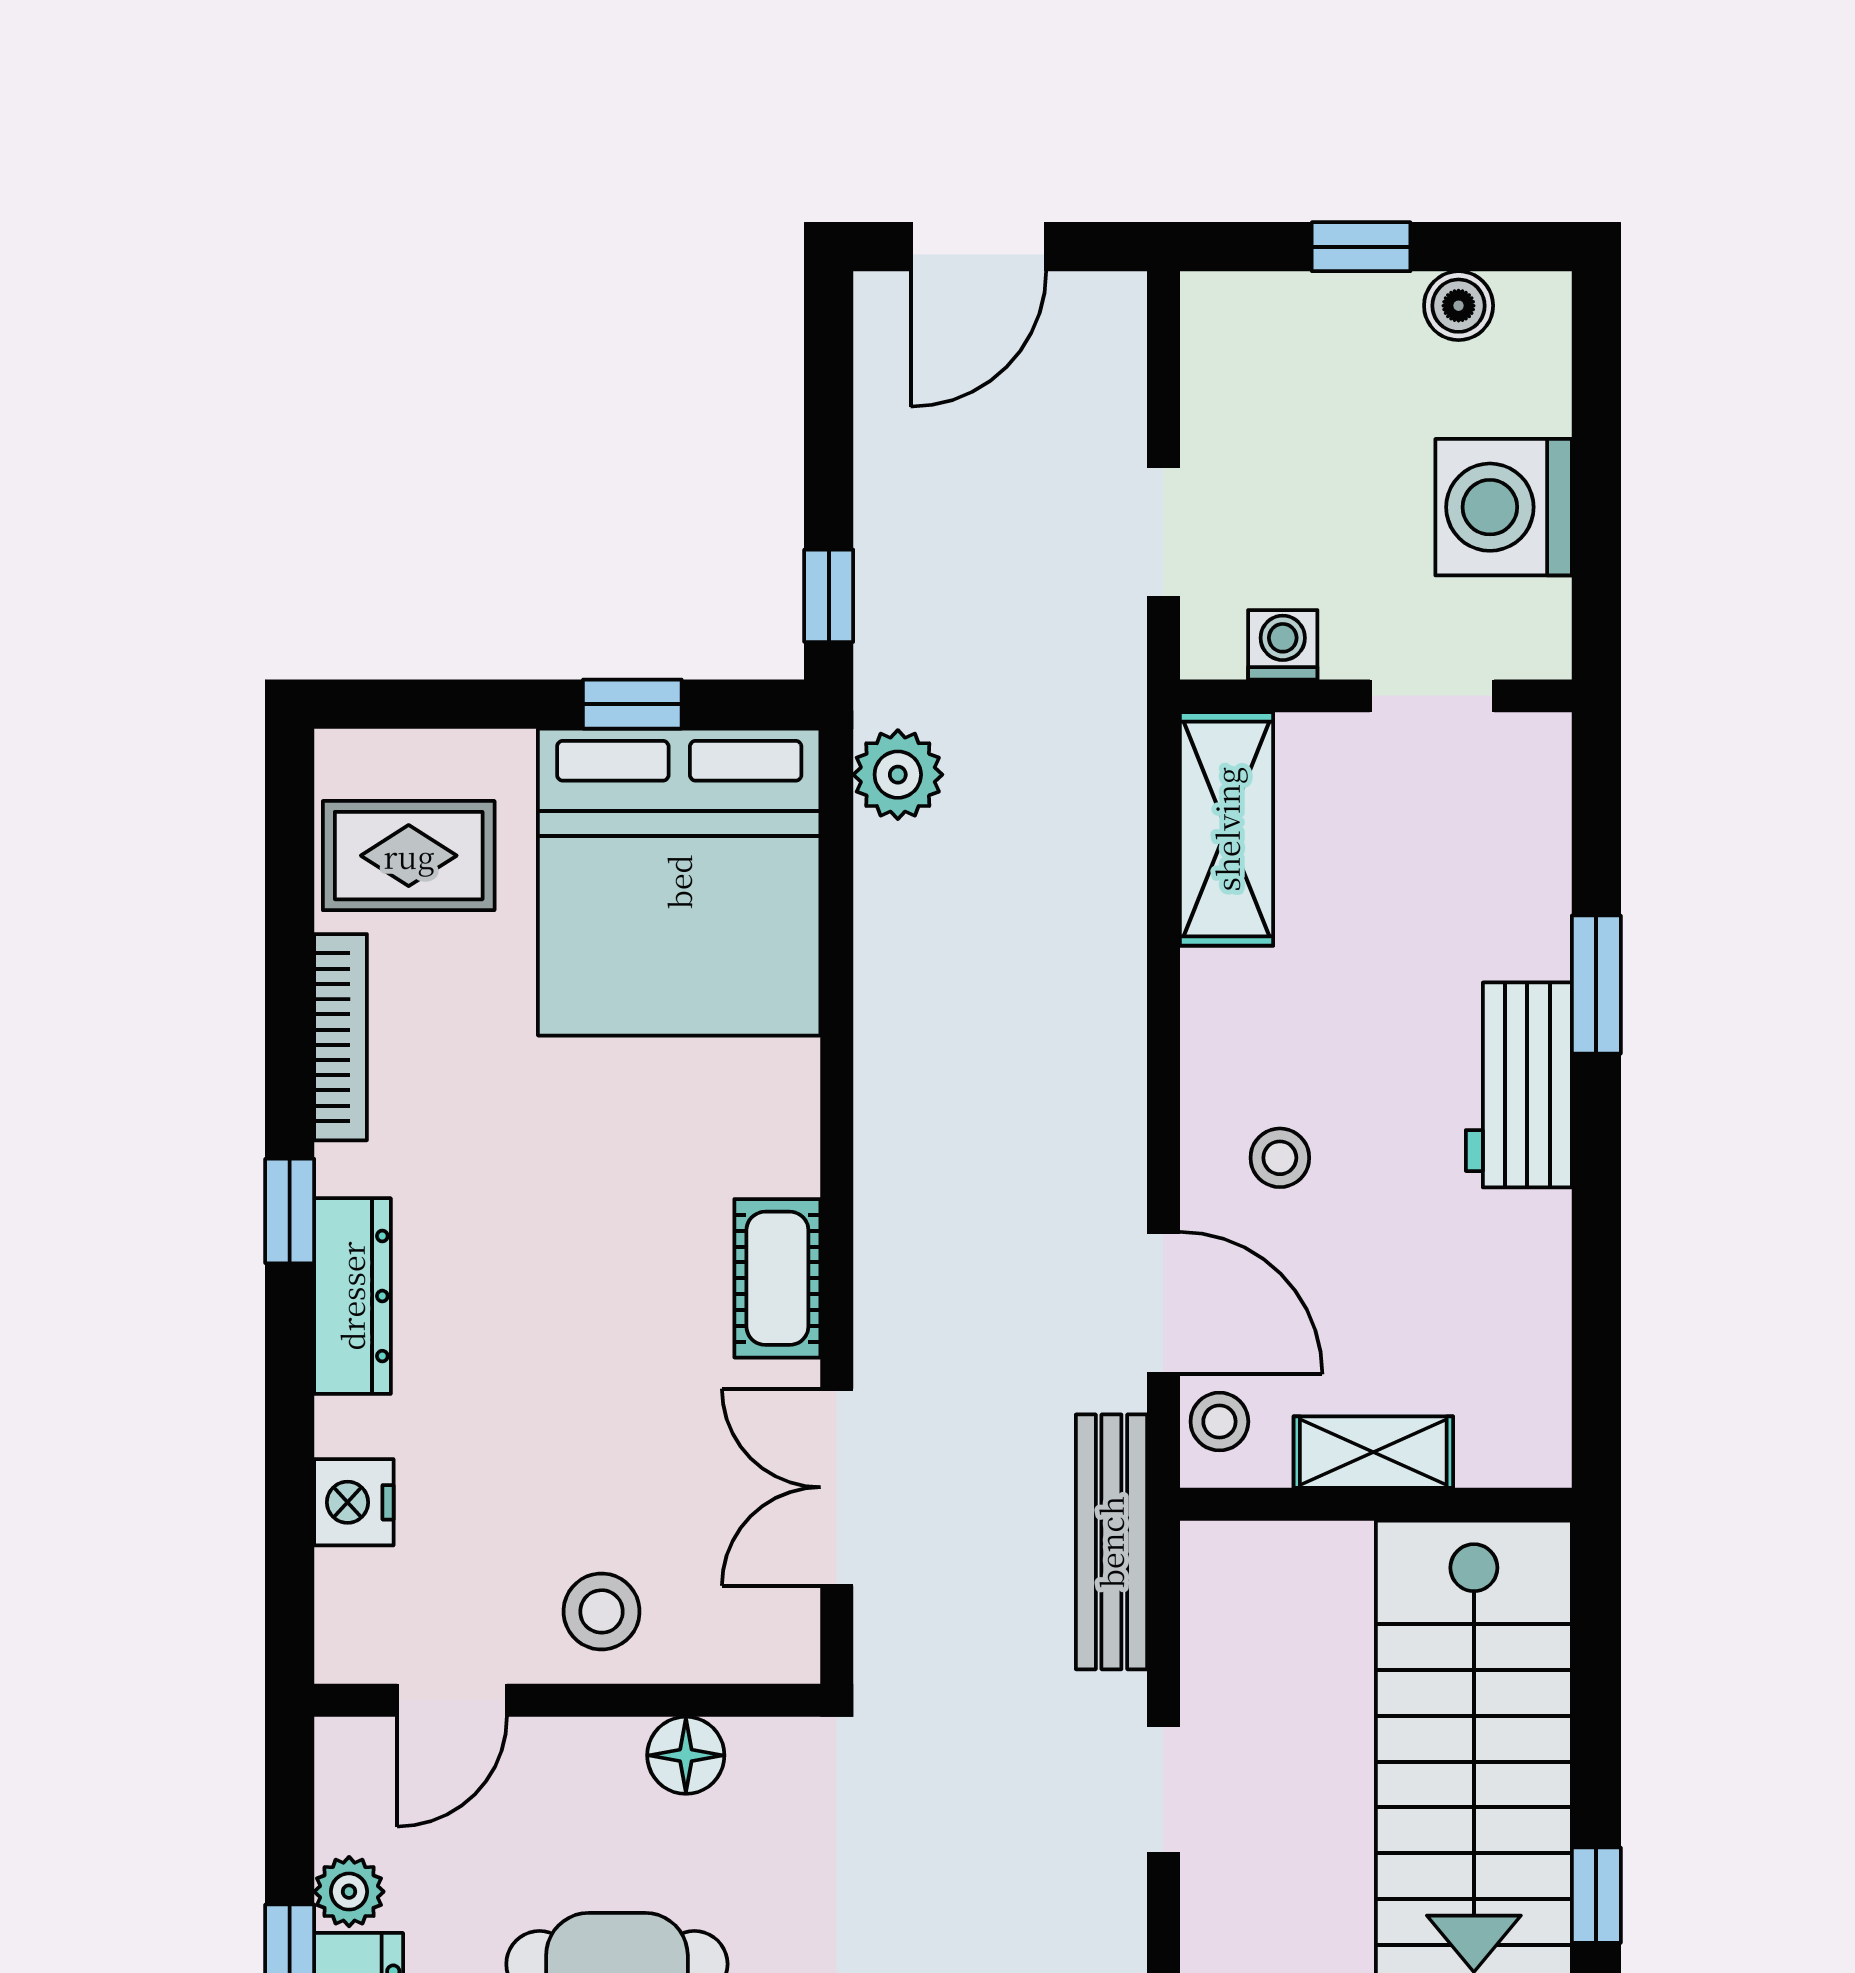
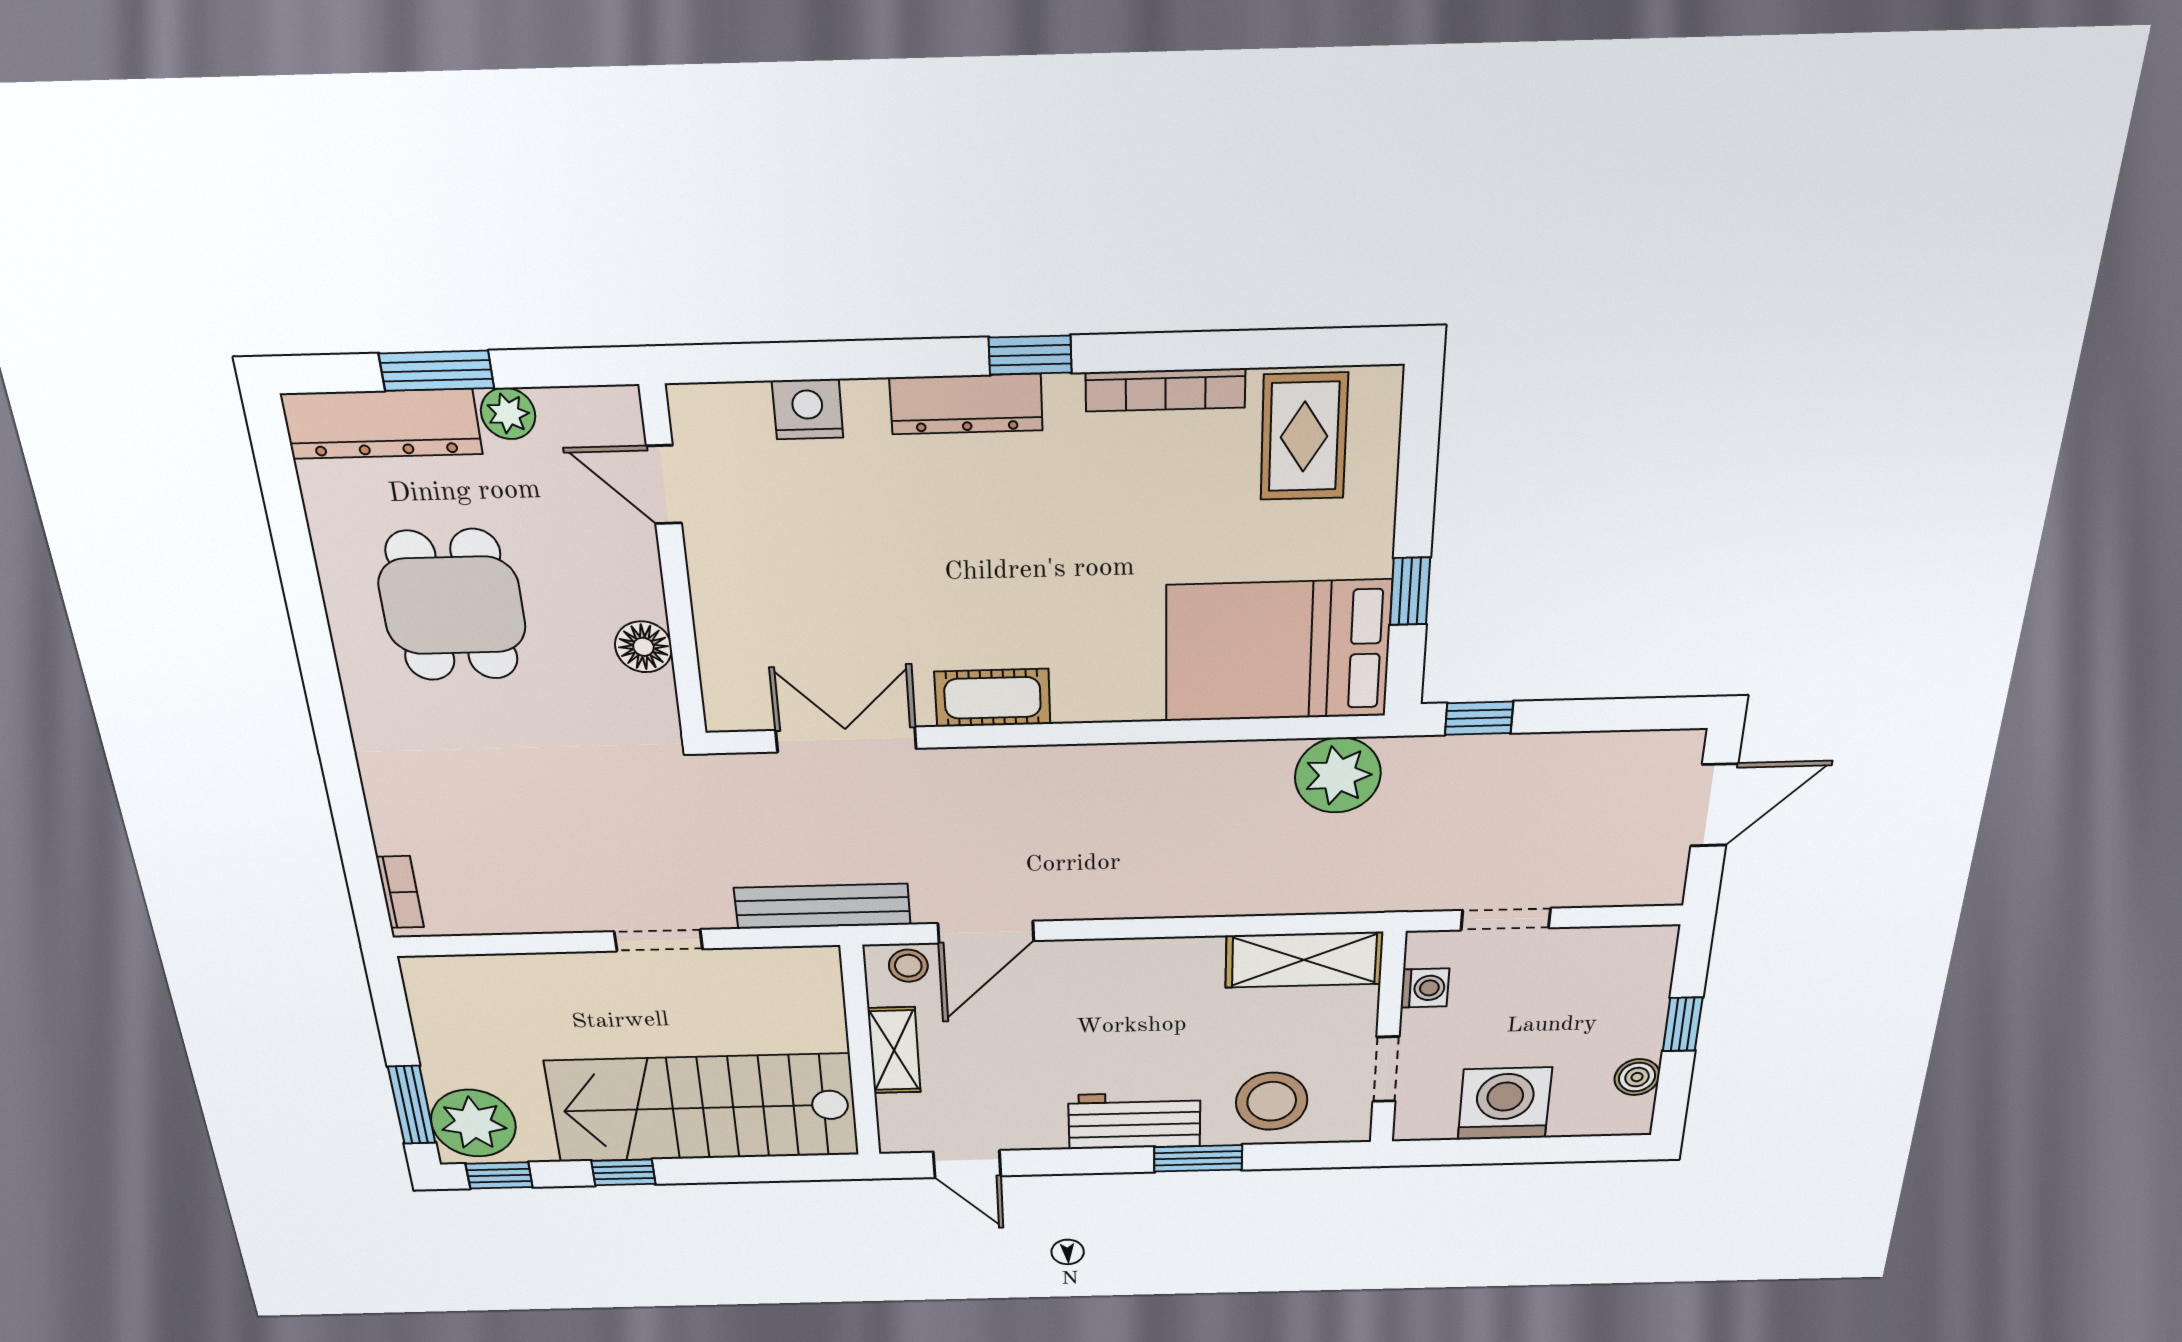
door: (978, 247) -> (1714, 805), swing flipped
plant: (898, 775) -> (1338, 775), width x1.36, depth x1.36
bed: (679, 882) -> (1278, 651), width x0.73
stool: (1280, 1158) -> (1272, 1101), moved, width x1.89, depth x1.89
door: (1596, 1350) -> (967, 1164), added
stool: (602, 1611) -> (742, 588), removed

